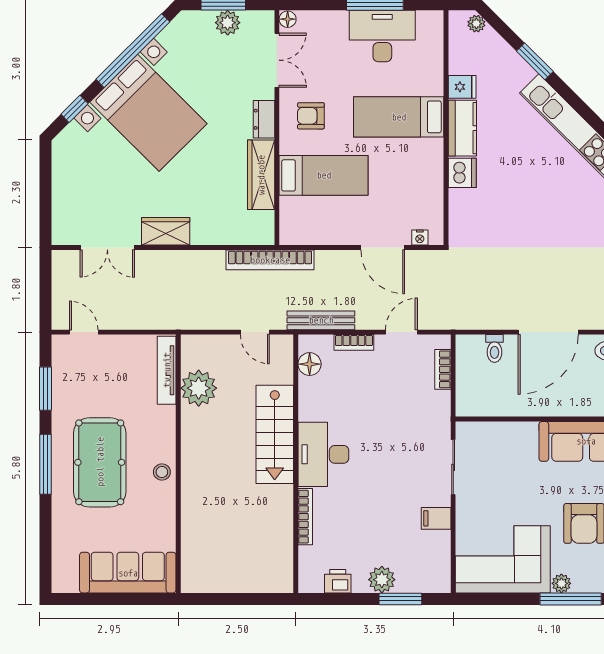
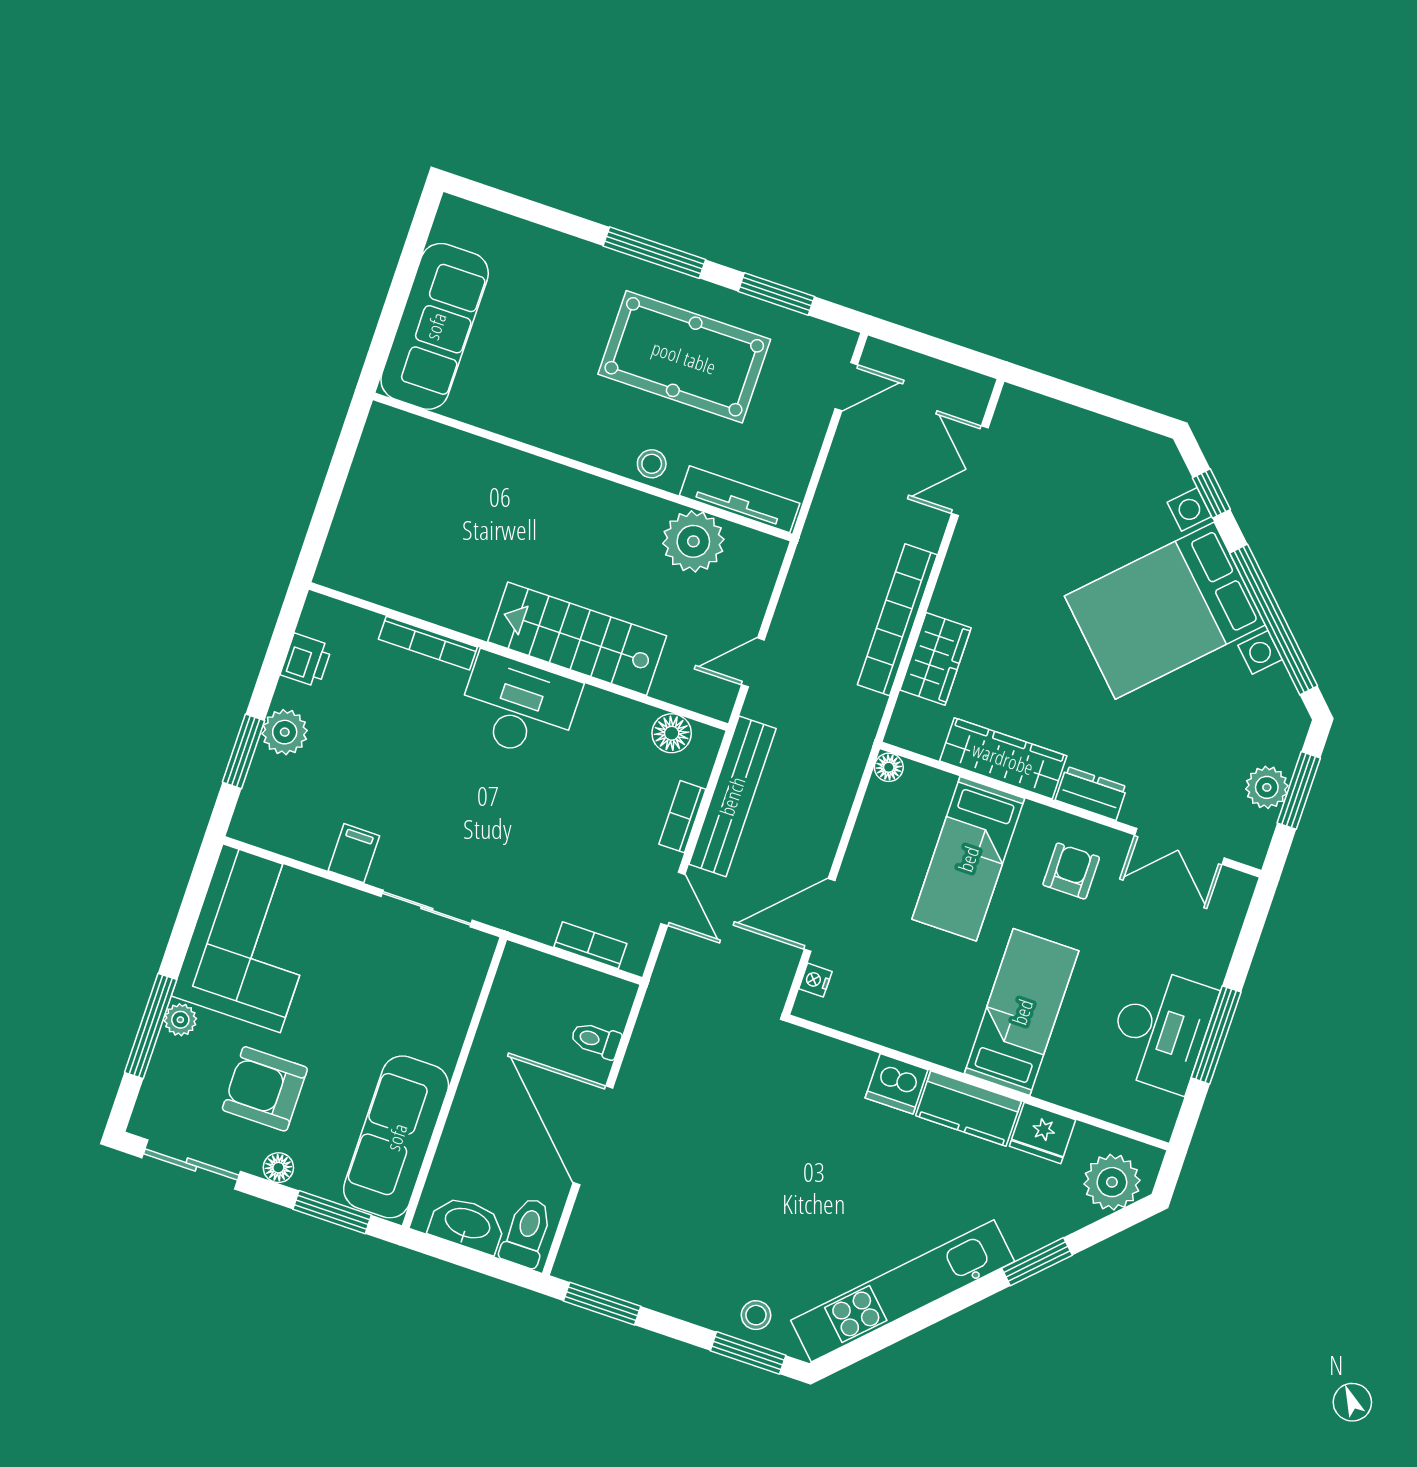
floor lamp: (288, 19) -> (889, 767), moved
plant: (476, 24) -> (1112, 1182), width x1.88, depth x1.88
fridge: (462, 87) -> (1043, 1133), width x1.38
wardrobe: (166, 231) -> (936, 659), moved
bookcase: (270, 260) -> (897, 620), moved
bench: (321, 320) -> (732, 796), width x1.37, depth x1.21
pool table: (100, 462) -> (684, 357), moved
stool: (162, 472) -> (652, 464), moved

